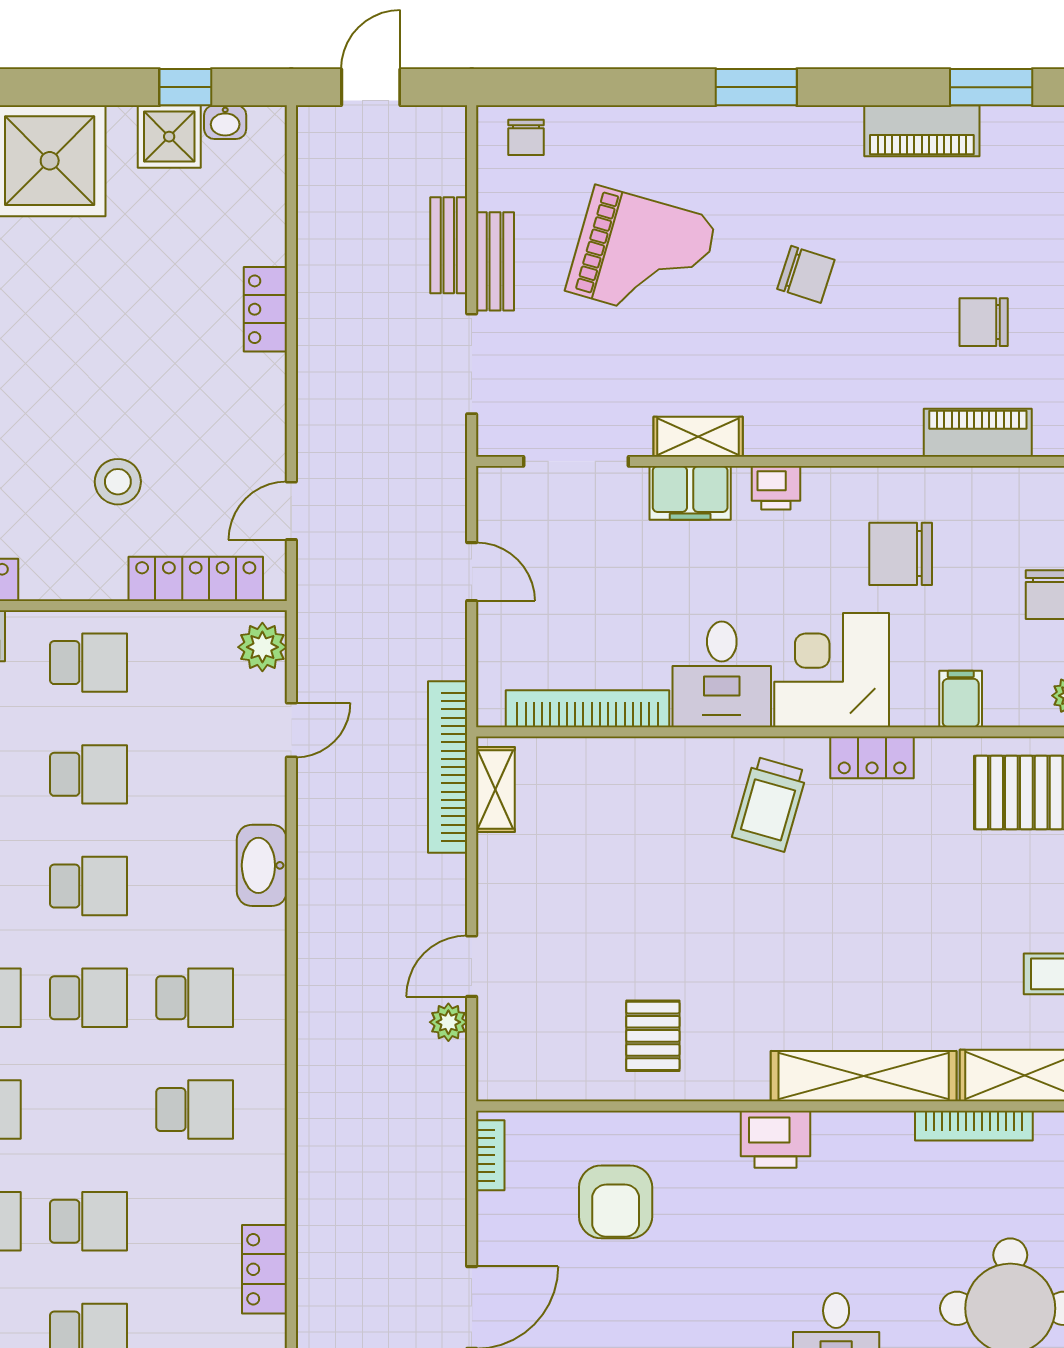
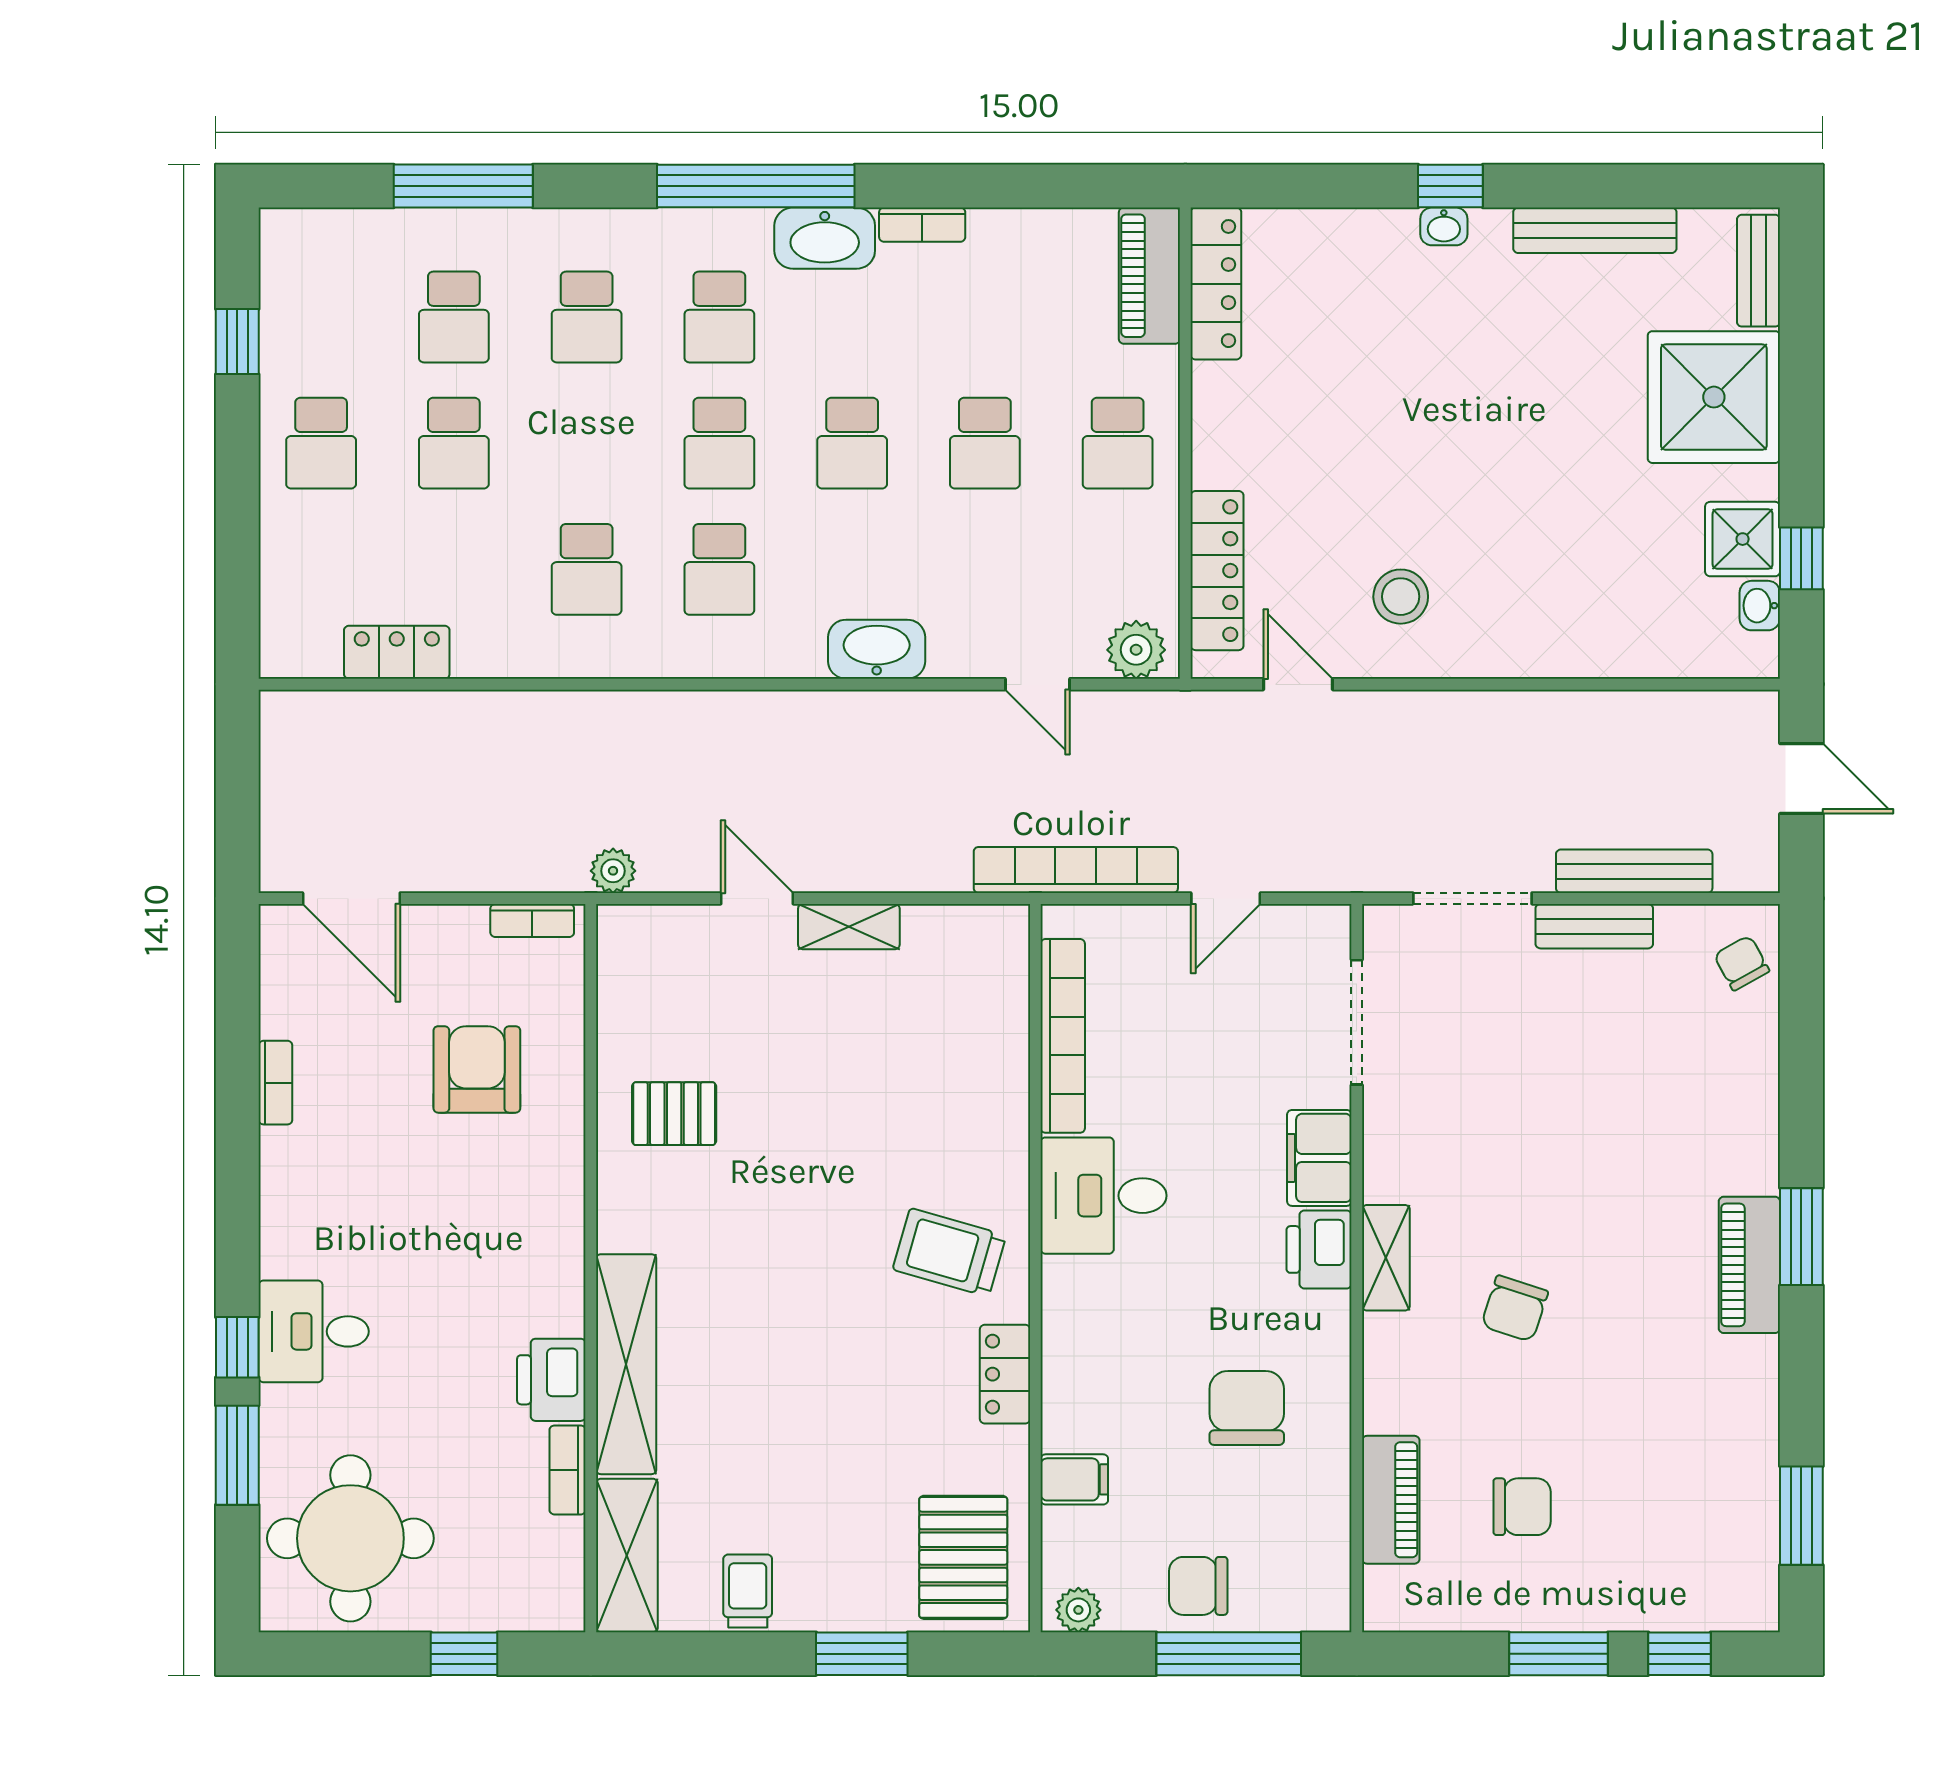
piano: (922, 131) -> (1749, 1265), moved
chair: (526, 137) -> (1742, 963), turned 61
bench: (449, 245) -> (1634, 871), width x1.36
grand piano: (642, 255) -> (1602, 1100), removed
chair: (806, 274) -> (1515, 1309), moved
locker: (265, 309) -> (1537, 653), removed
chair: (984, 322) -> (1522, 1507), turned 90
shelving: (698, 437) -> (1386, 1258), moved
stool: (118, 482) -> (1401, 597), moved
printer: (776, 488) -> (1319, 1249), width x1.36, depth x1.24
corner desk: (832, 670) -> (1109, 1326), removed
bookcase: (448, 767) -> (1076, 870), moved
shelving: (495, 790) -> (849, 927), moved
plant: (448, 1022) -> (613, 871), moved
bookcase: (974, 1126) -> (568, 1470), width x0.64
printer: (776, 1139) -> (551, 1380), moved
armchair: (616, 1202) -> (477, 1069), turned 90

